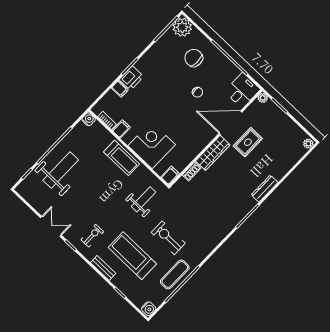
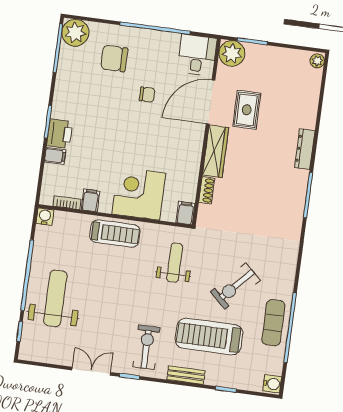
plant: (263, 98) -> (232, 53), width x1.87, depth x1.87
exercise bike: (92, 236) -> (146, 347), width x1.38, depth x1.39
exercise bike: (168, 238) -> (235, 286), turned -47

